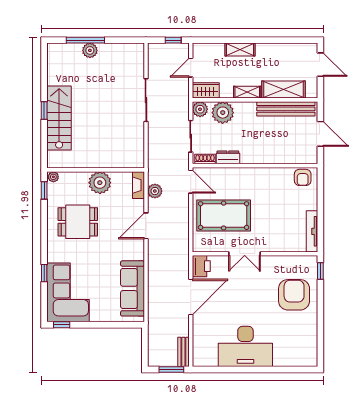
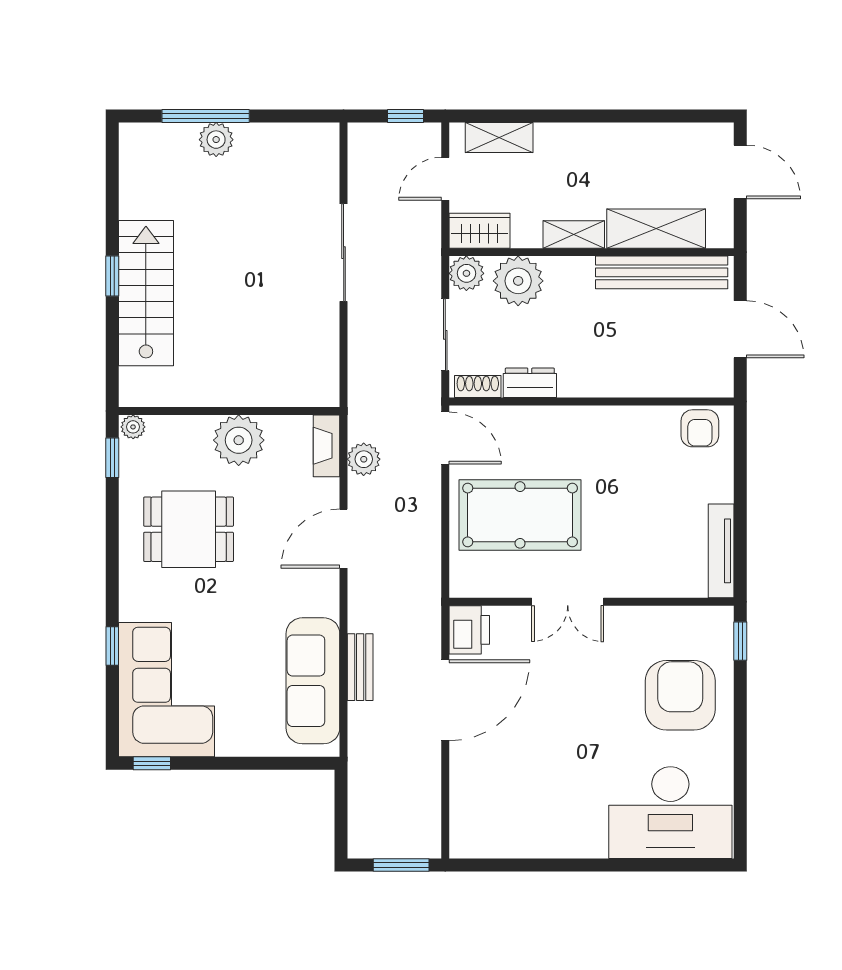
shelving: (240, 50) -> (499, 138), moved
desk: (245, 346) -> (670, 813), moved
bench: (183, 352) -> (360, 667), moved

